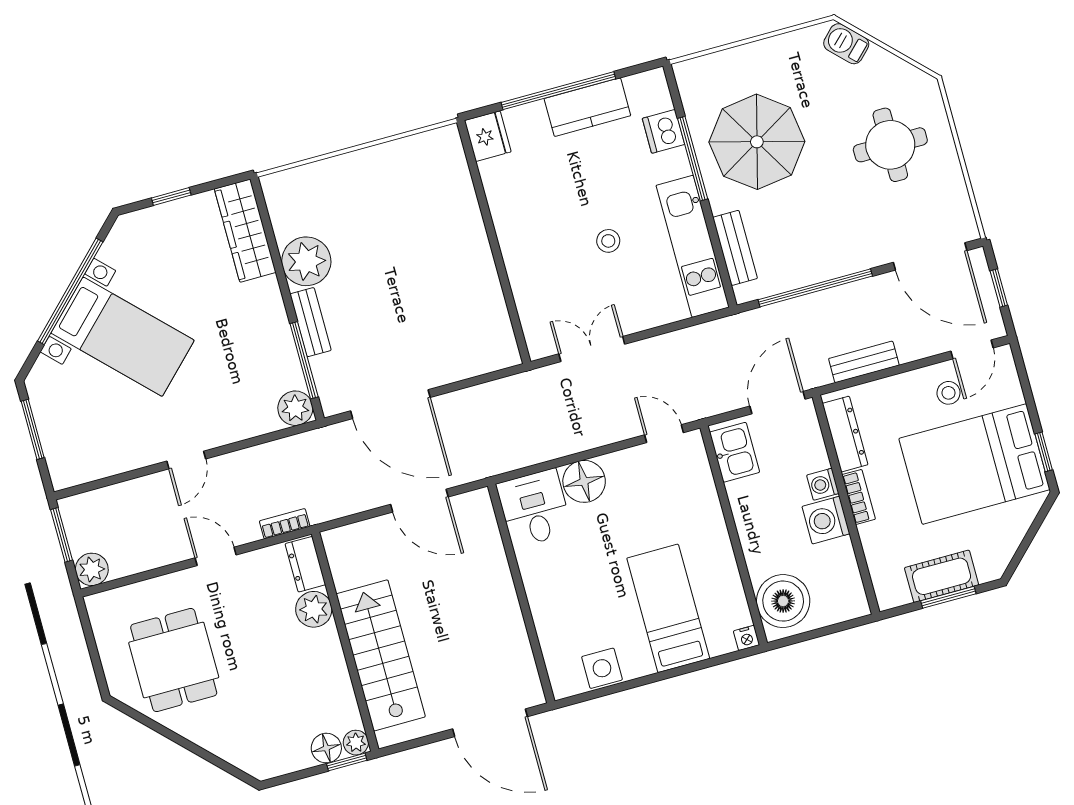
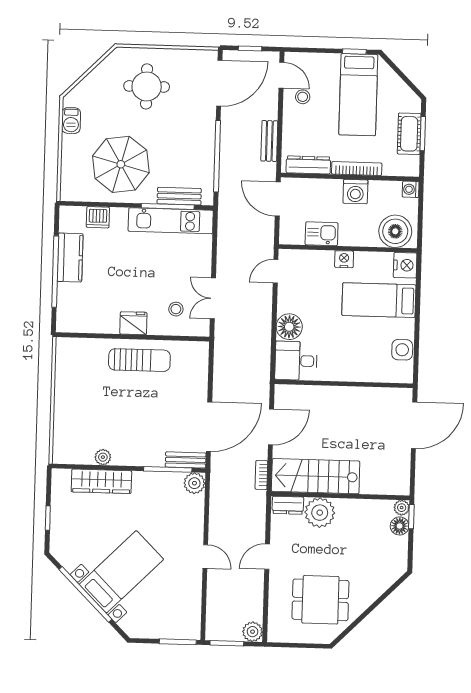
barbecue: (846, 44) -> (71, 121), moved, turned -45
fridge: (488, 136) -> (133, 323), moved
window: (693, 159) -> (168, 206), moved
wardrobe: (245, 231) -> (101, 481), moved
stool: (608, 241) -> (176, 309), moved
plant: (306, 261) -> (103, 457), width x0.53, depth x0.53
sun lounger: (461, 264) -> (139, 360), added
bench: (311, 322) -> (186, 460), moved
window: (33, 429) -> (178, 642), moved
kitchen sink: (735, 452) -> (322, 234), moved
bed: (974, 464) -> (358, 95), width x0.67
washing machine: (823, 484) -> (411, 189), moved, turned 90
bookcase: (859, 497) -> (357, 169), width x1.56
bookcase: (285, 524) -> (261, 475), moved
nightstand: (715, 535) -> (344, 259), added
plant: (314, 609) -> (320, 513), width x1.36, depth x1.36
nightstand: (747, 638) -> (405, 265), width x1.89, depth x1.79
stairs: (381, 655) -> (316, 476), moved

